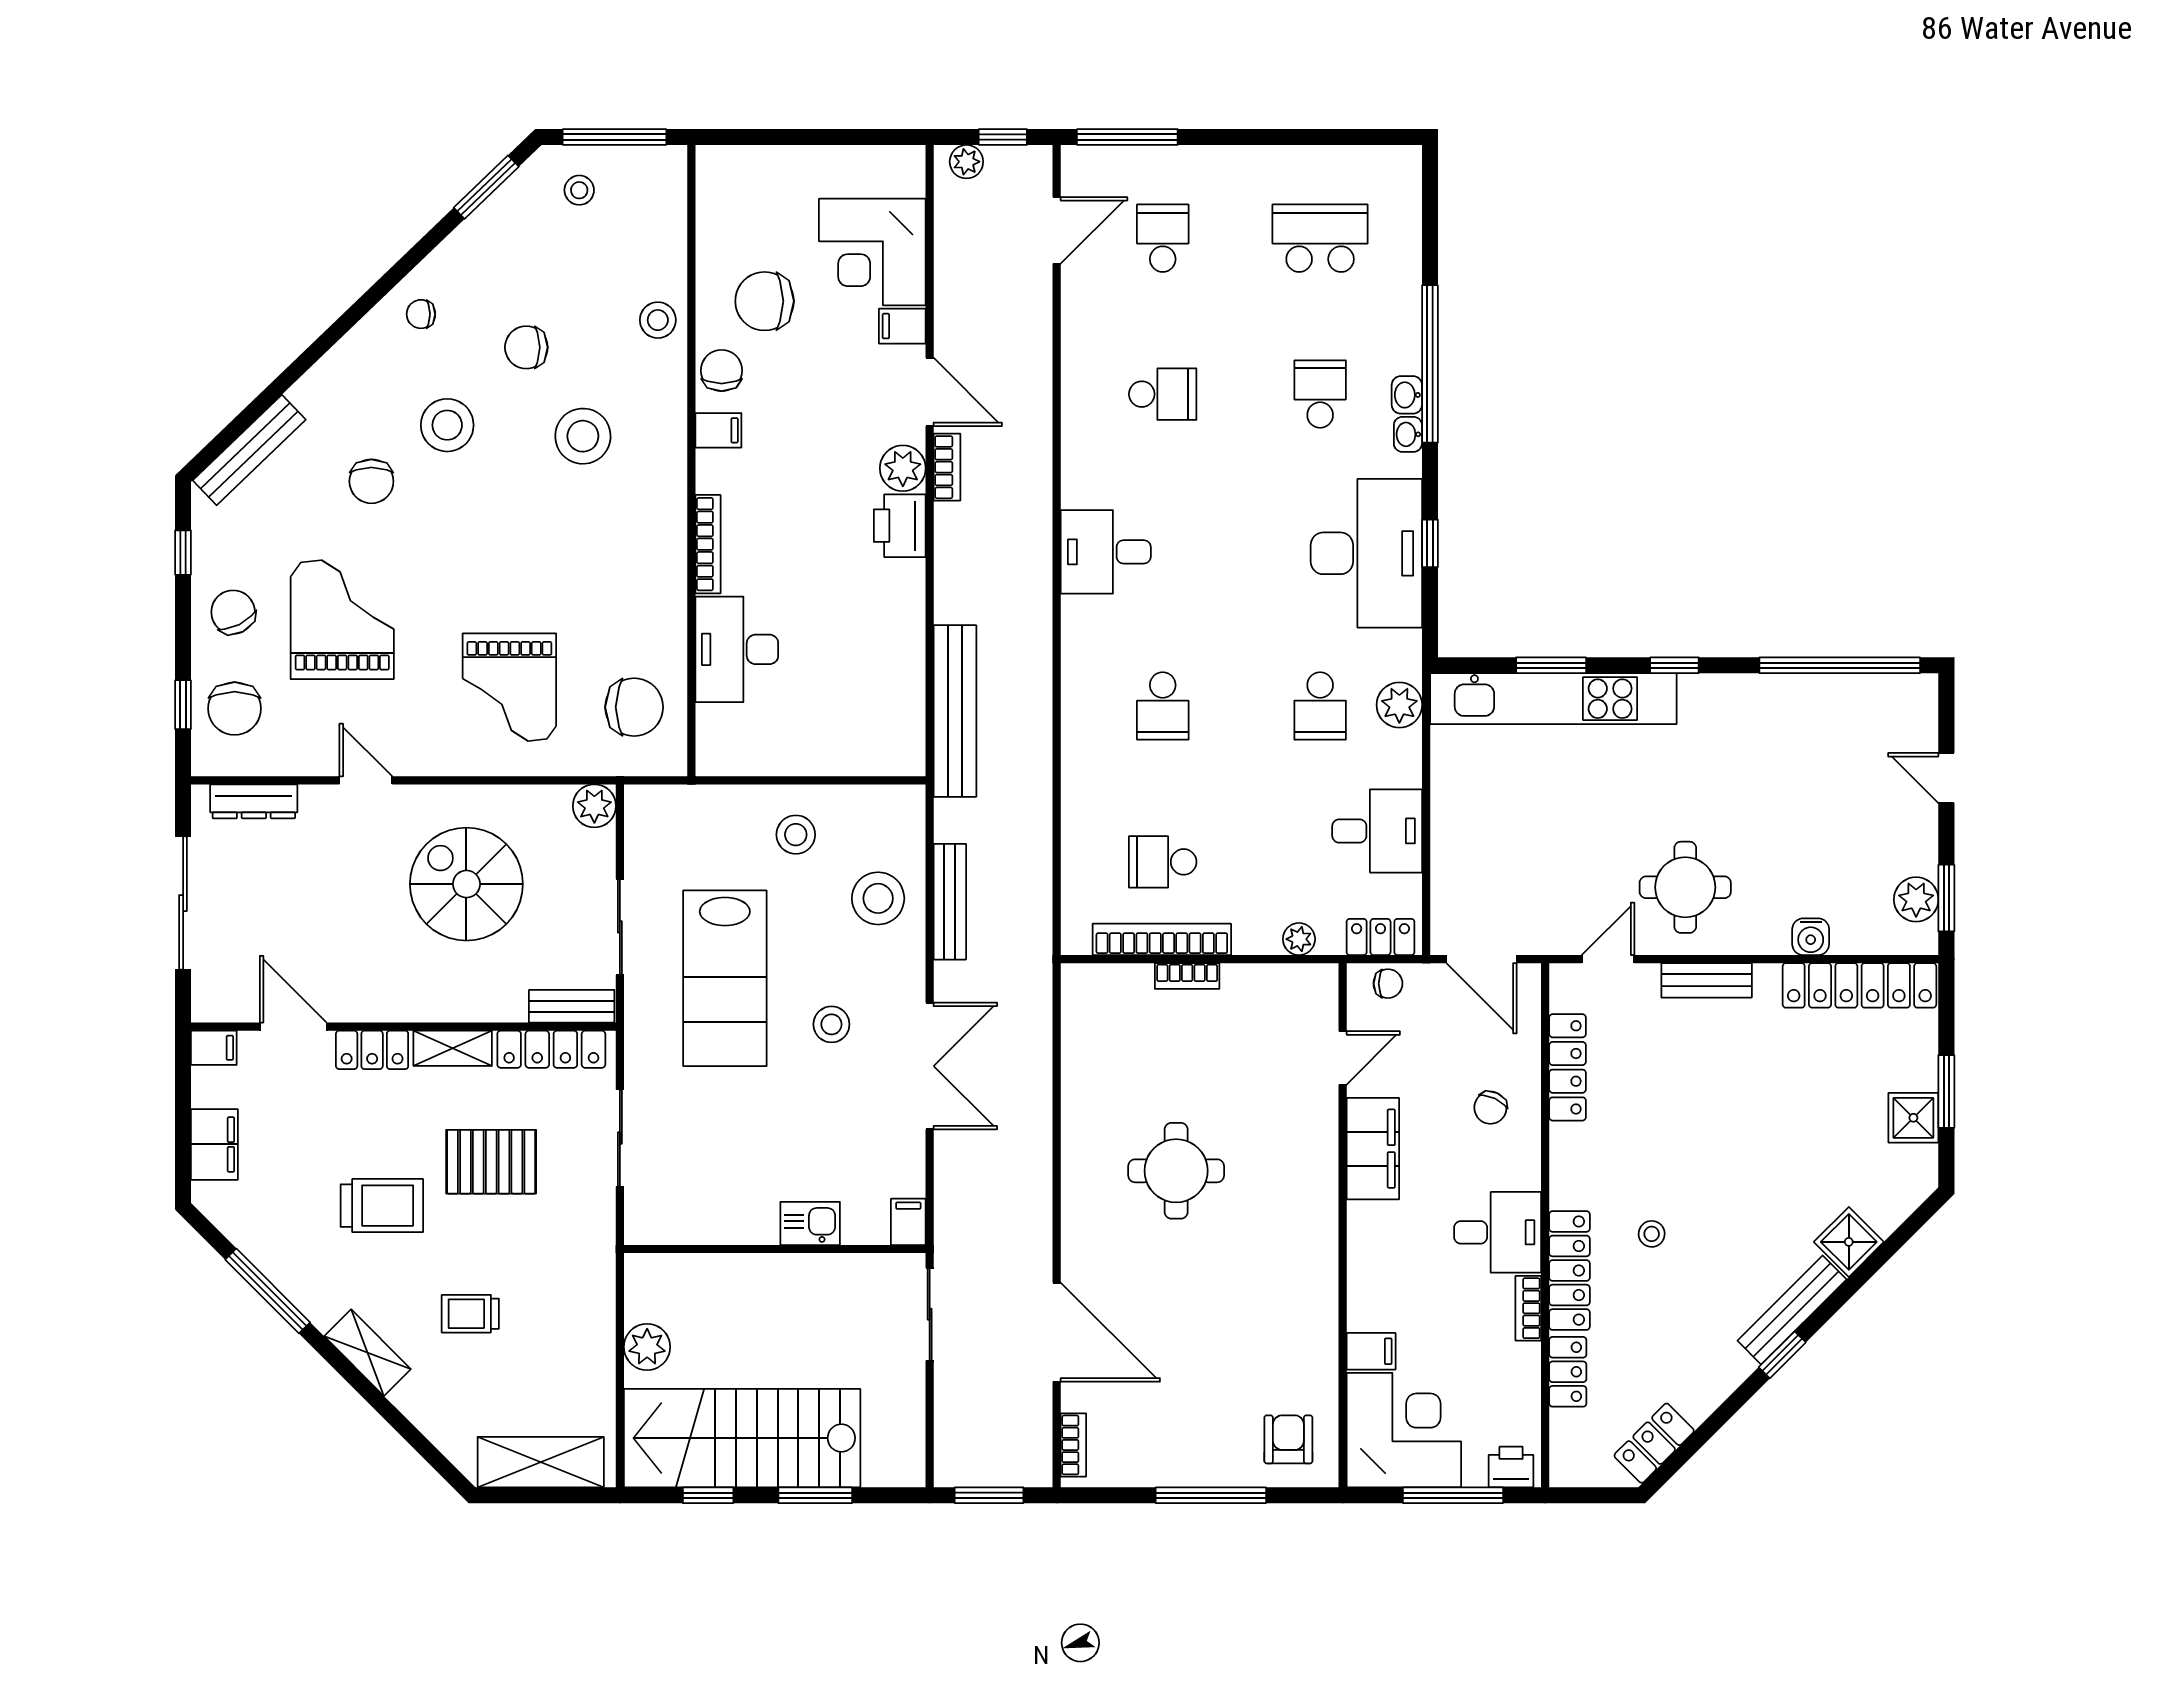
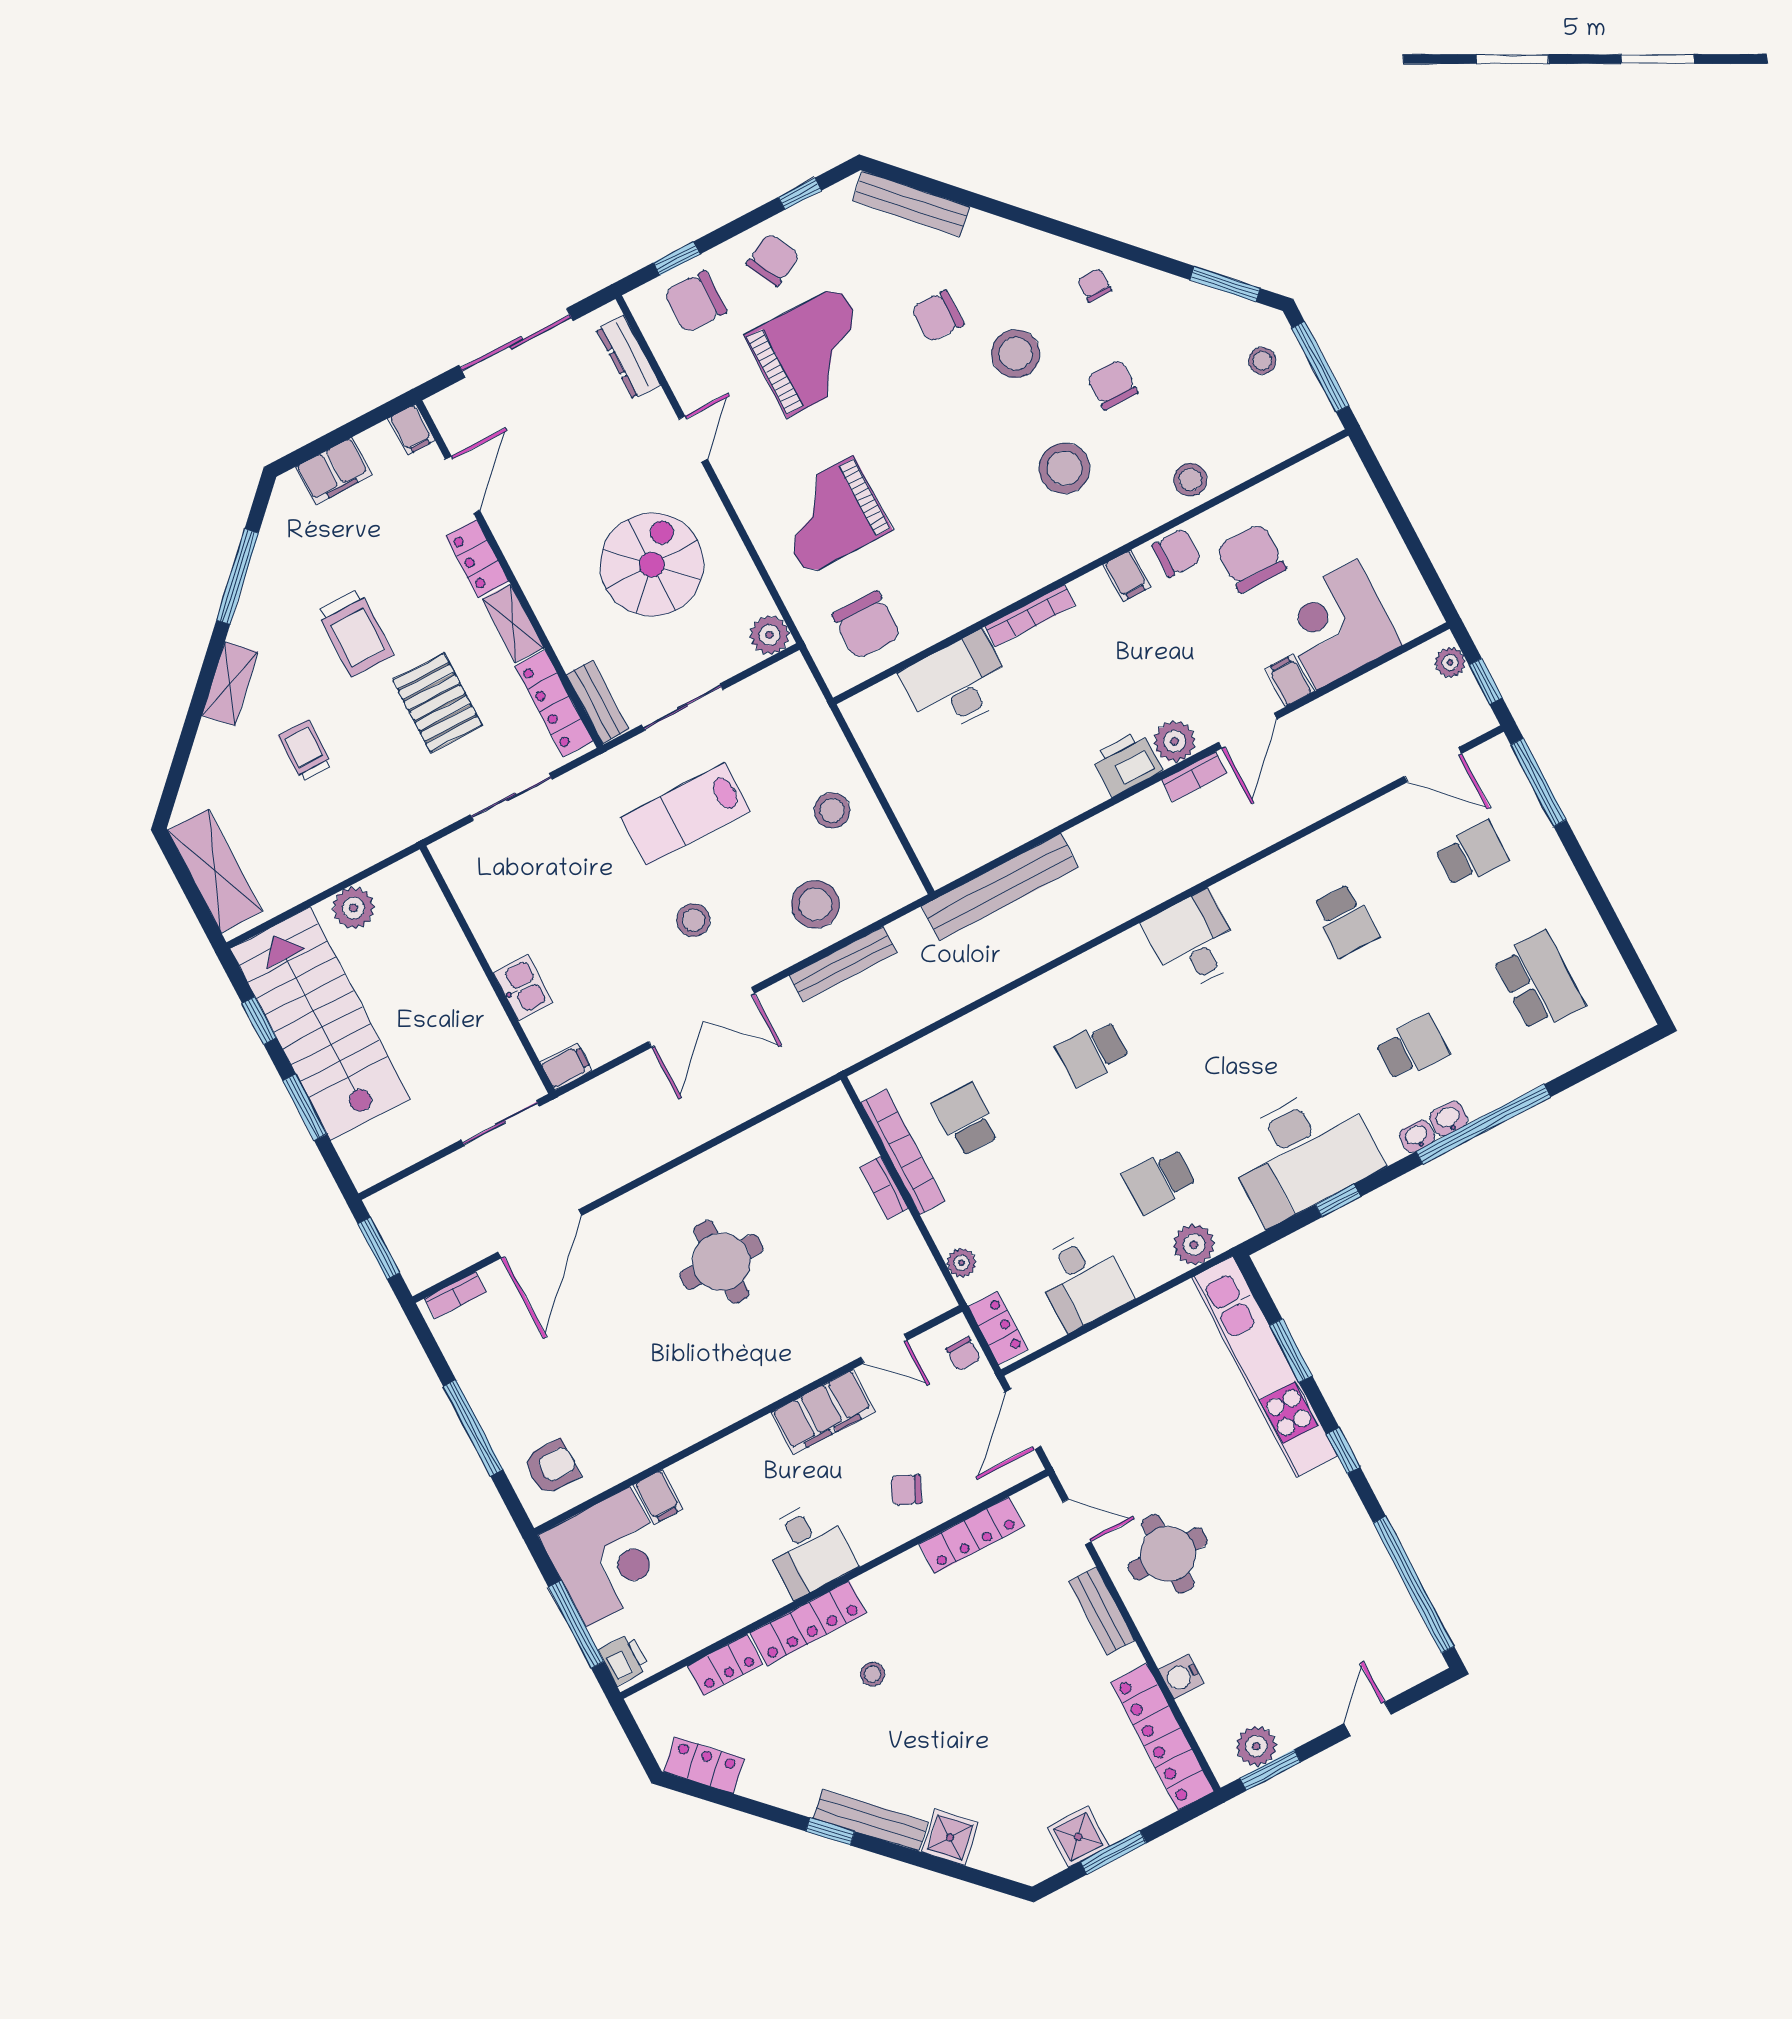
lab bench: (725, 978) -> (685, 814), width x0.73, depth x0.72
bookcase: (1528, 1308) -> (760, 1606), removed

